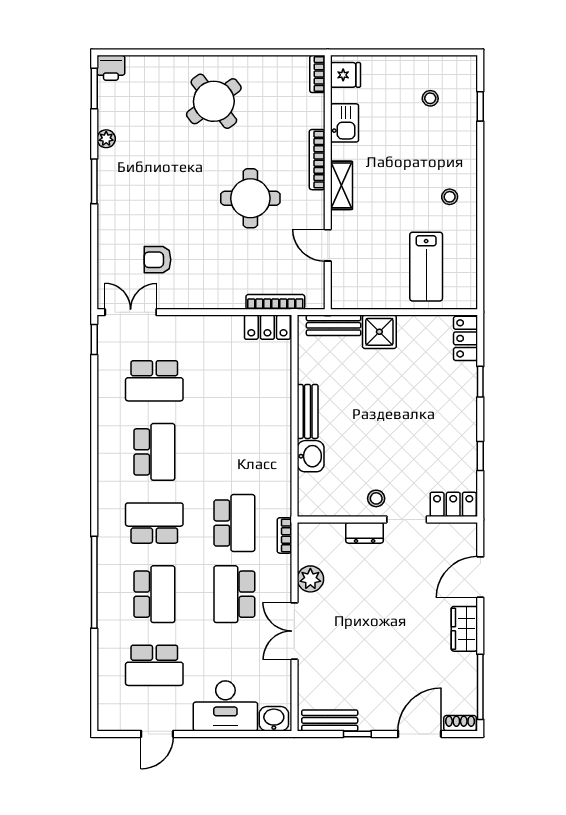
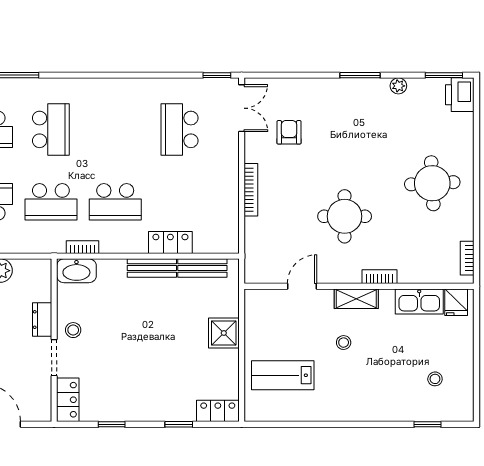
printer: (111, 68) -> (460, 95), width x1.36, depth x1.24
bookcase: (317, 74) -> (467, 258), moved, turned -90
round table: (214, 101) -> (432, 183), turned 34
kitchen sink: (345, 123) -> (419, 301), width x1.38
bookcase: (317, 160) -> (380, 277), width x0.64
stool: (450, 197) -> (344, 343), moved
bookcase: (275, 302) -> (251, 190), moved
bench: (334, 325) -> (202, 268), moved, turned 90
locker: (267, 327) -> (170, 242), moved, turned 90
school desk: (154, 452) -> (115, 202), moved
washbasin: (311, 456) -> (76, 271), moved, width x1.38
bookcase: (284, 535) -> (82, 247), moved

